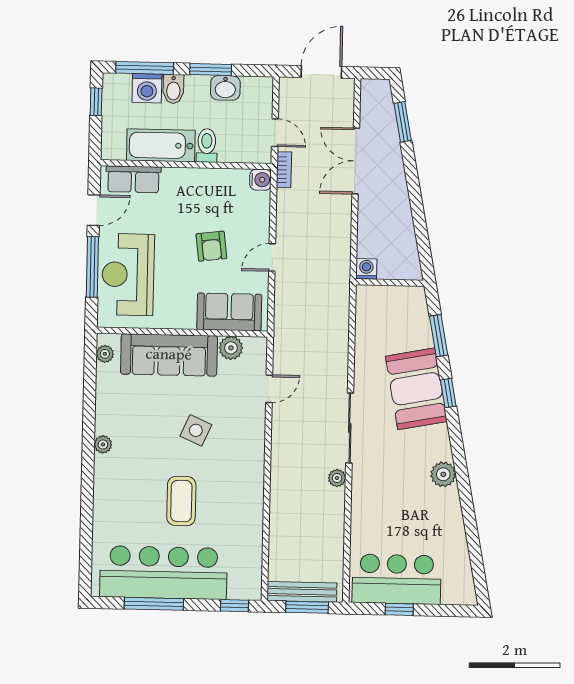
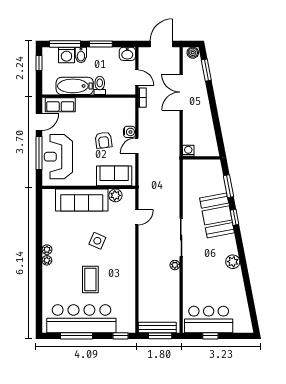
washbasin: (225, 88) -> (127, 54), moved
boiler: (379, 89) -> (193, 53), added
water cooler: (261, 180) -> (130, 132), moved
plant: (105, 354) -> (47, 260), moved

